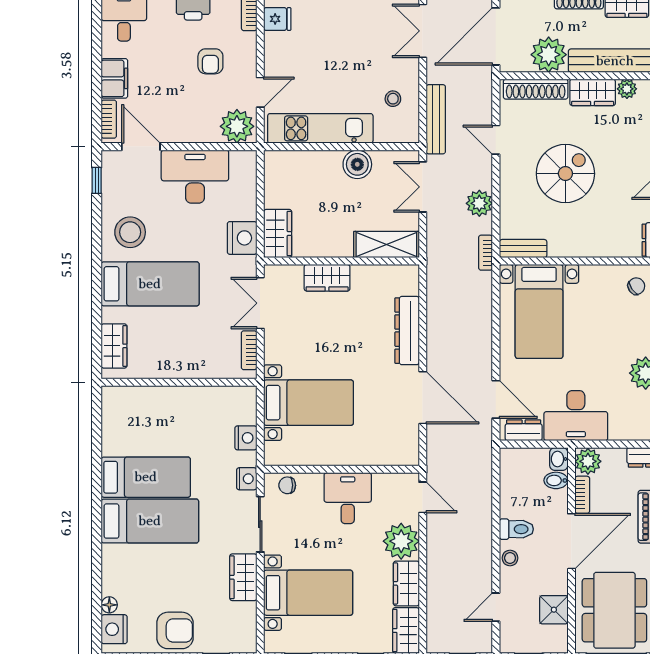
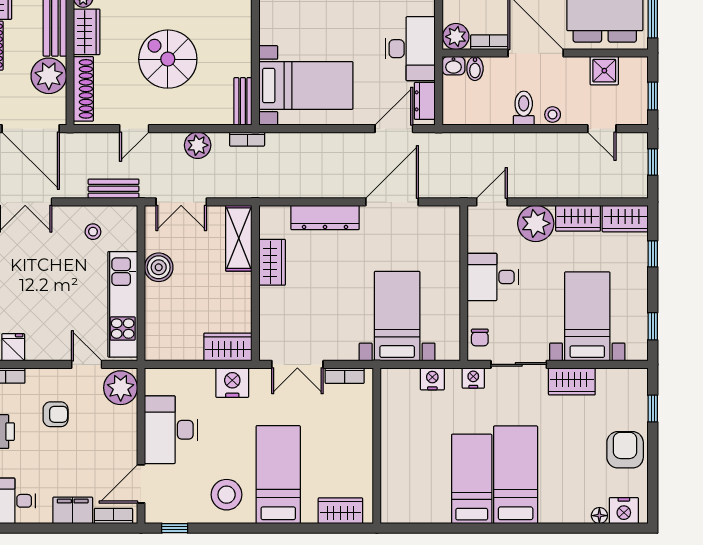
bench: (436, 119) -> (114, 189), width x0.73
wardrobe: (327, 278) -> (272, 262), moved

